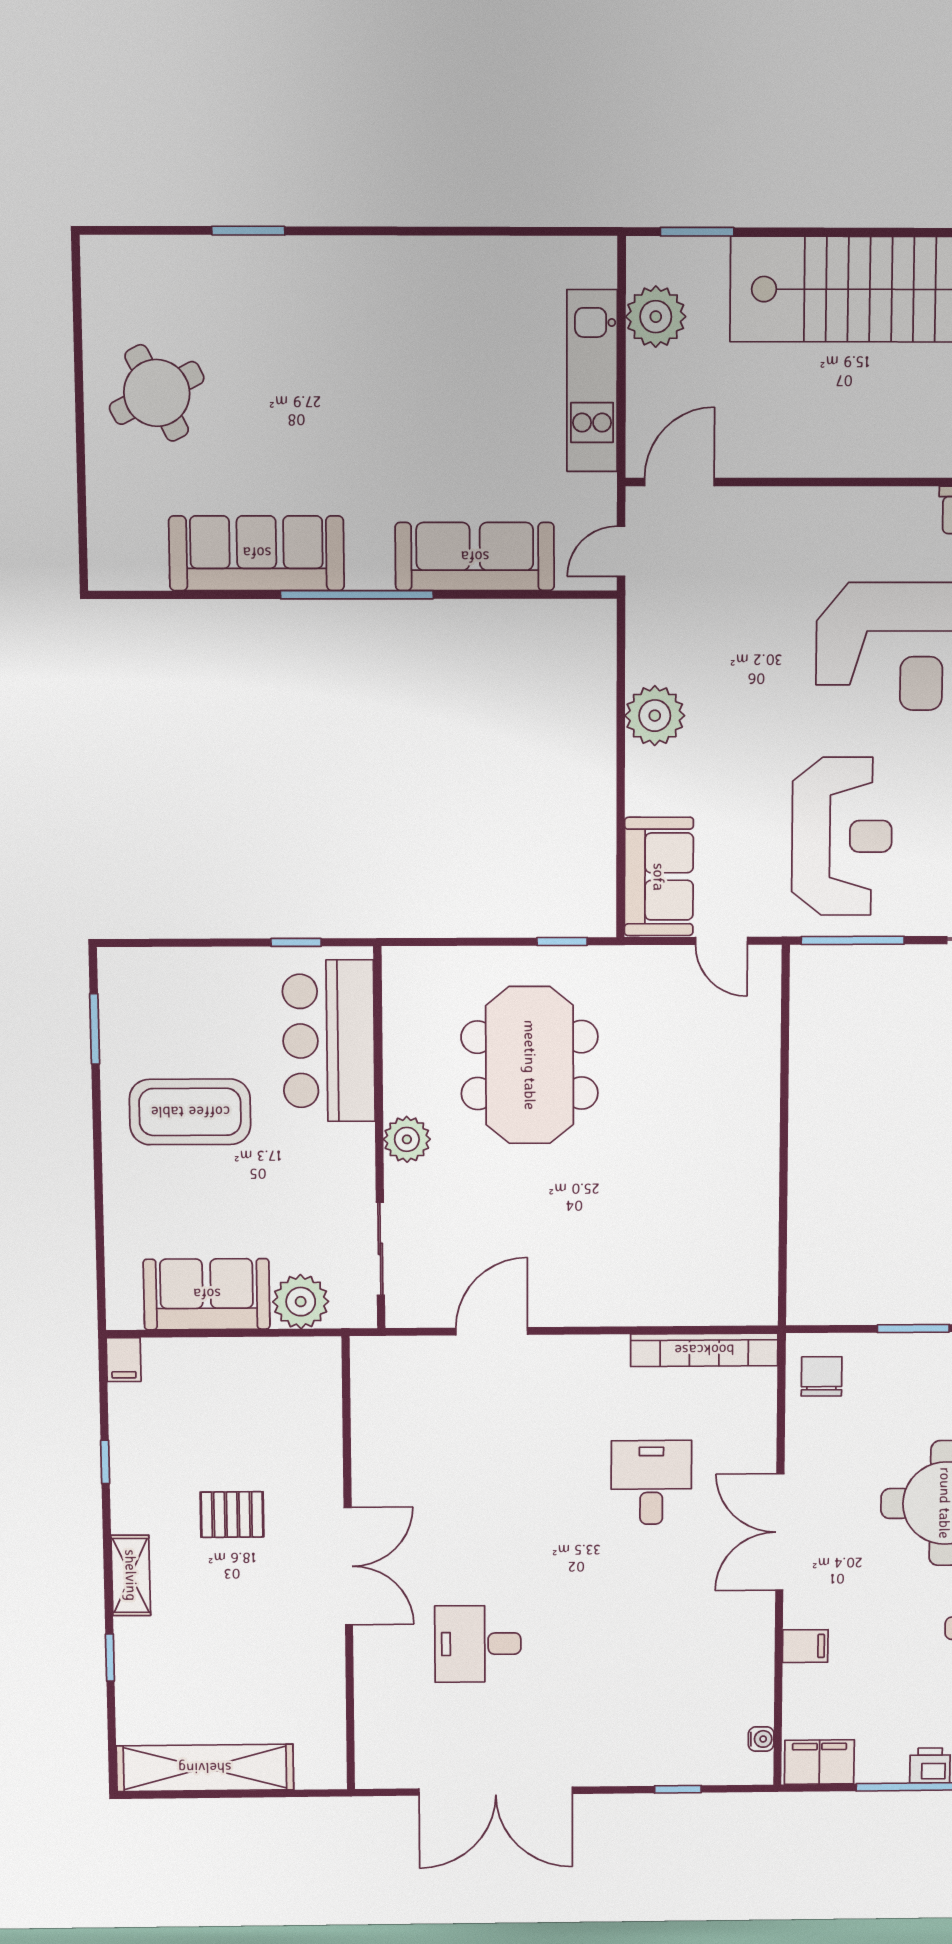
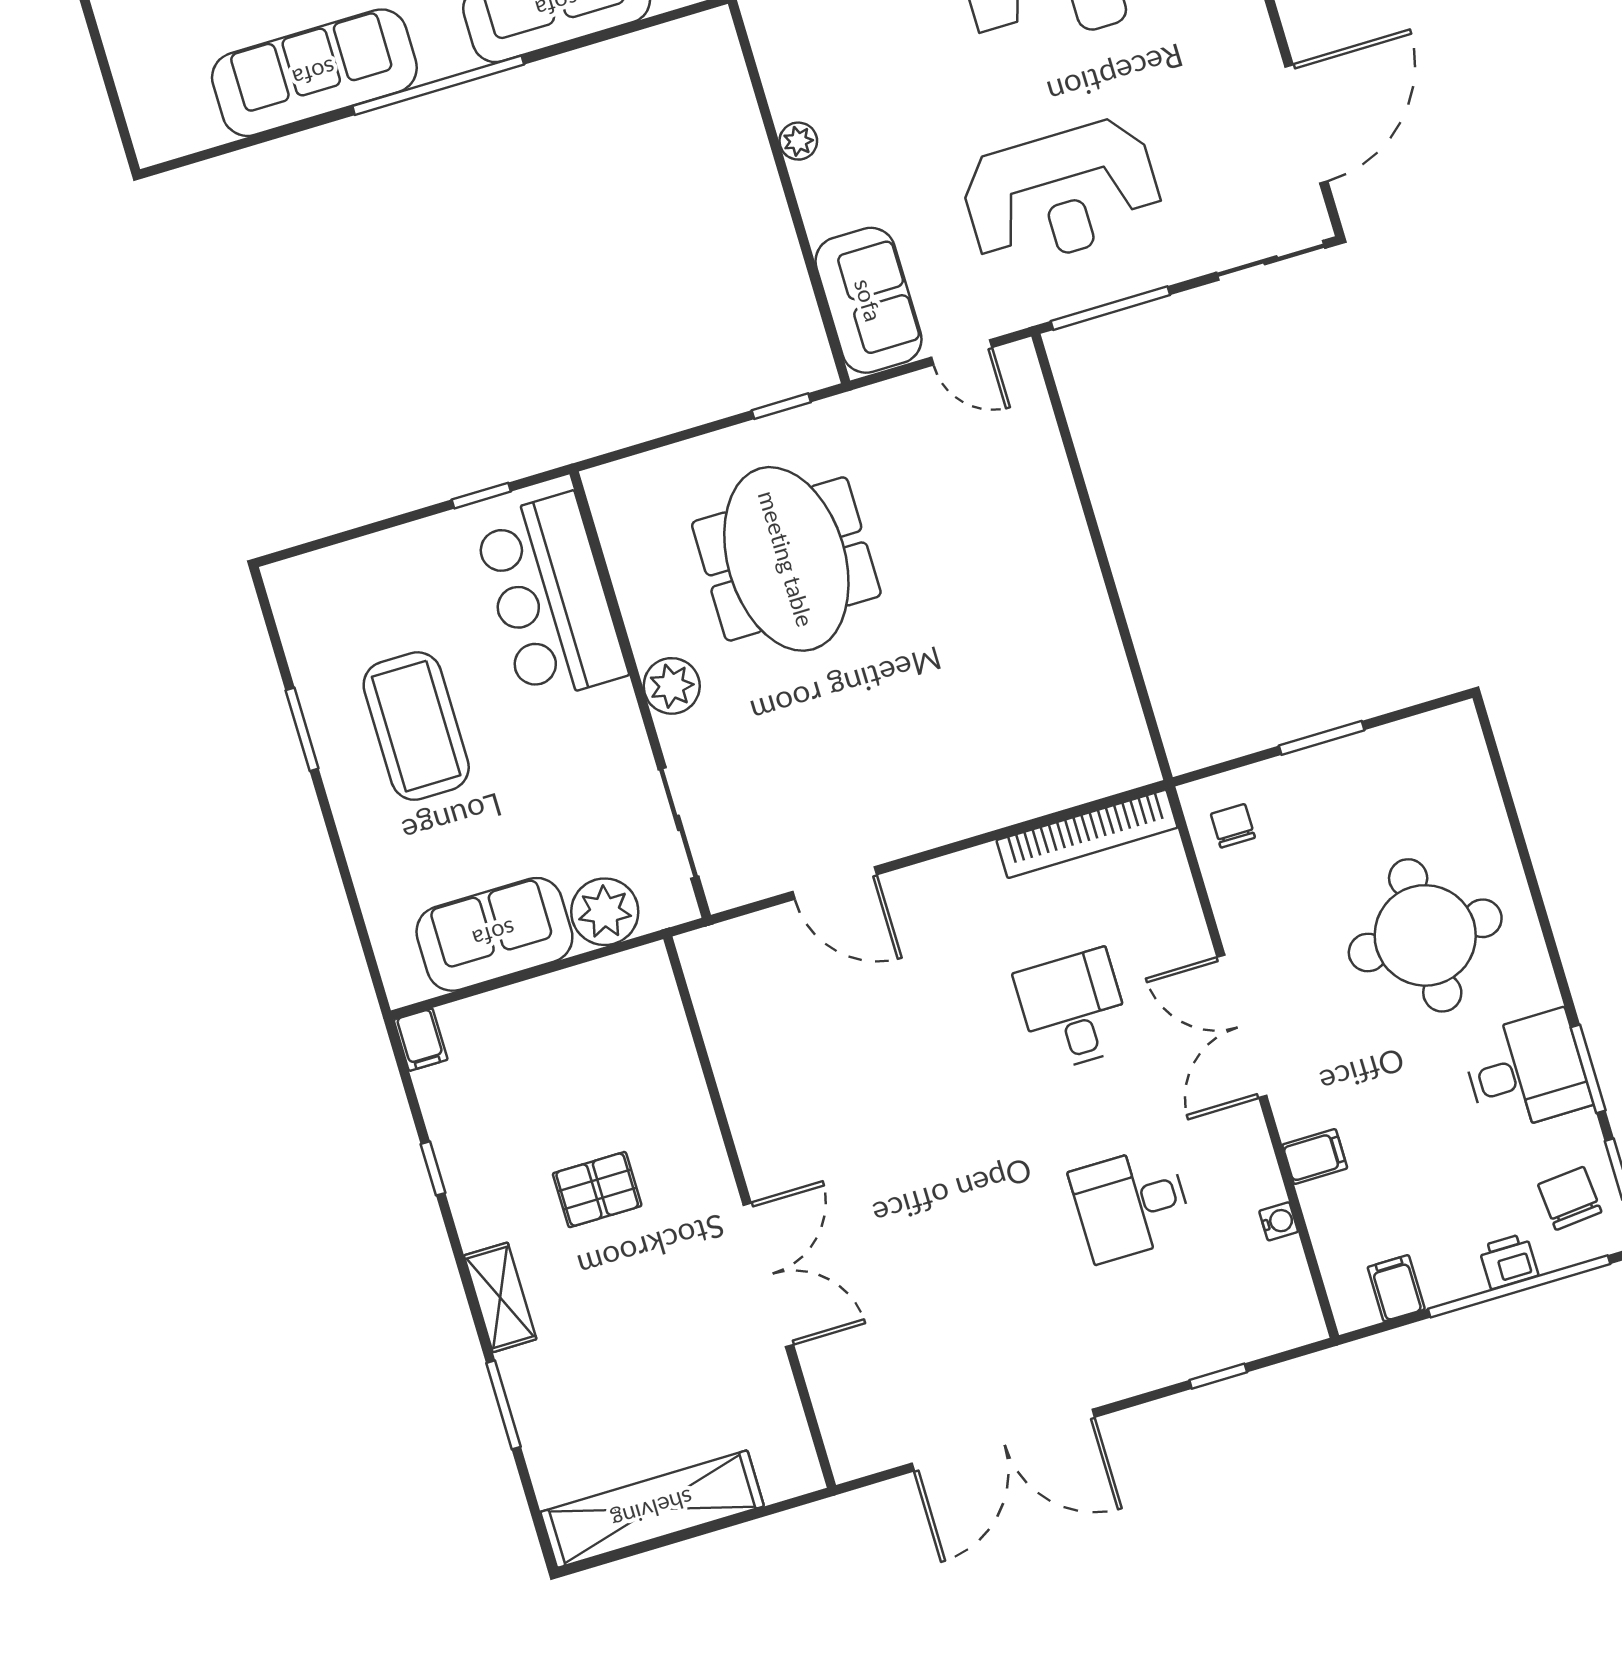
plant: (655, 716) -> (798, 141), width x0.53, depth x0.53
reception desk: (842, 836) -> (1061, 194), turned 90
window: (95, 1029) -> (302, 729), moved
coffee table: (190, 1112) -> (416, 726), turned 90
door: (492, 1331) -> (835, 883), swing flipped
chair: (822, 1376) -> (1233, 826), width x0.73, depth x0.73
double door: (348, 1566) -> (768, 1275), moved
desk: (478, 1644) -> (1131, 1204), moved
window: (110, 1658) -> (503, 1405), width x1.50
water cooler: (761, 1739) -> (1279, 1221), moved
filing cabinet: (819, 1762) -> (1396, 1288), width x0.50

